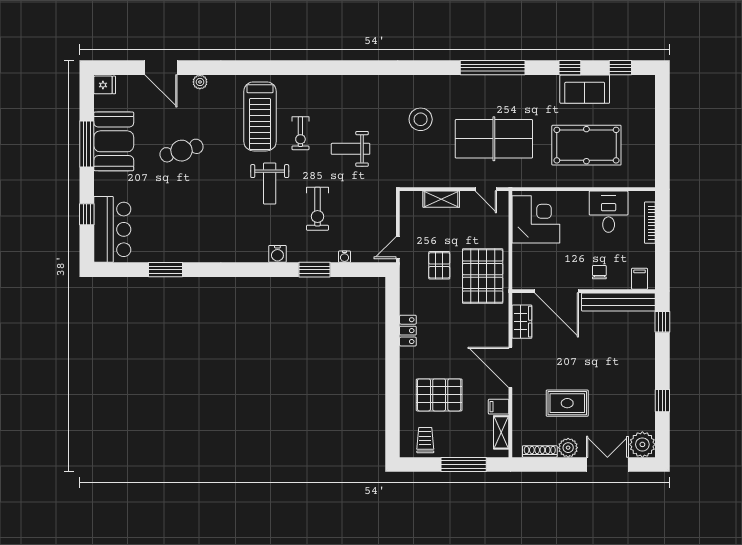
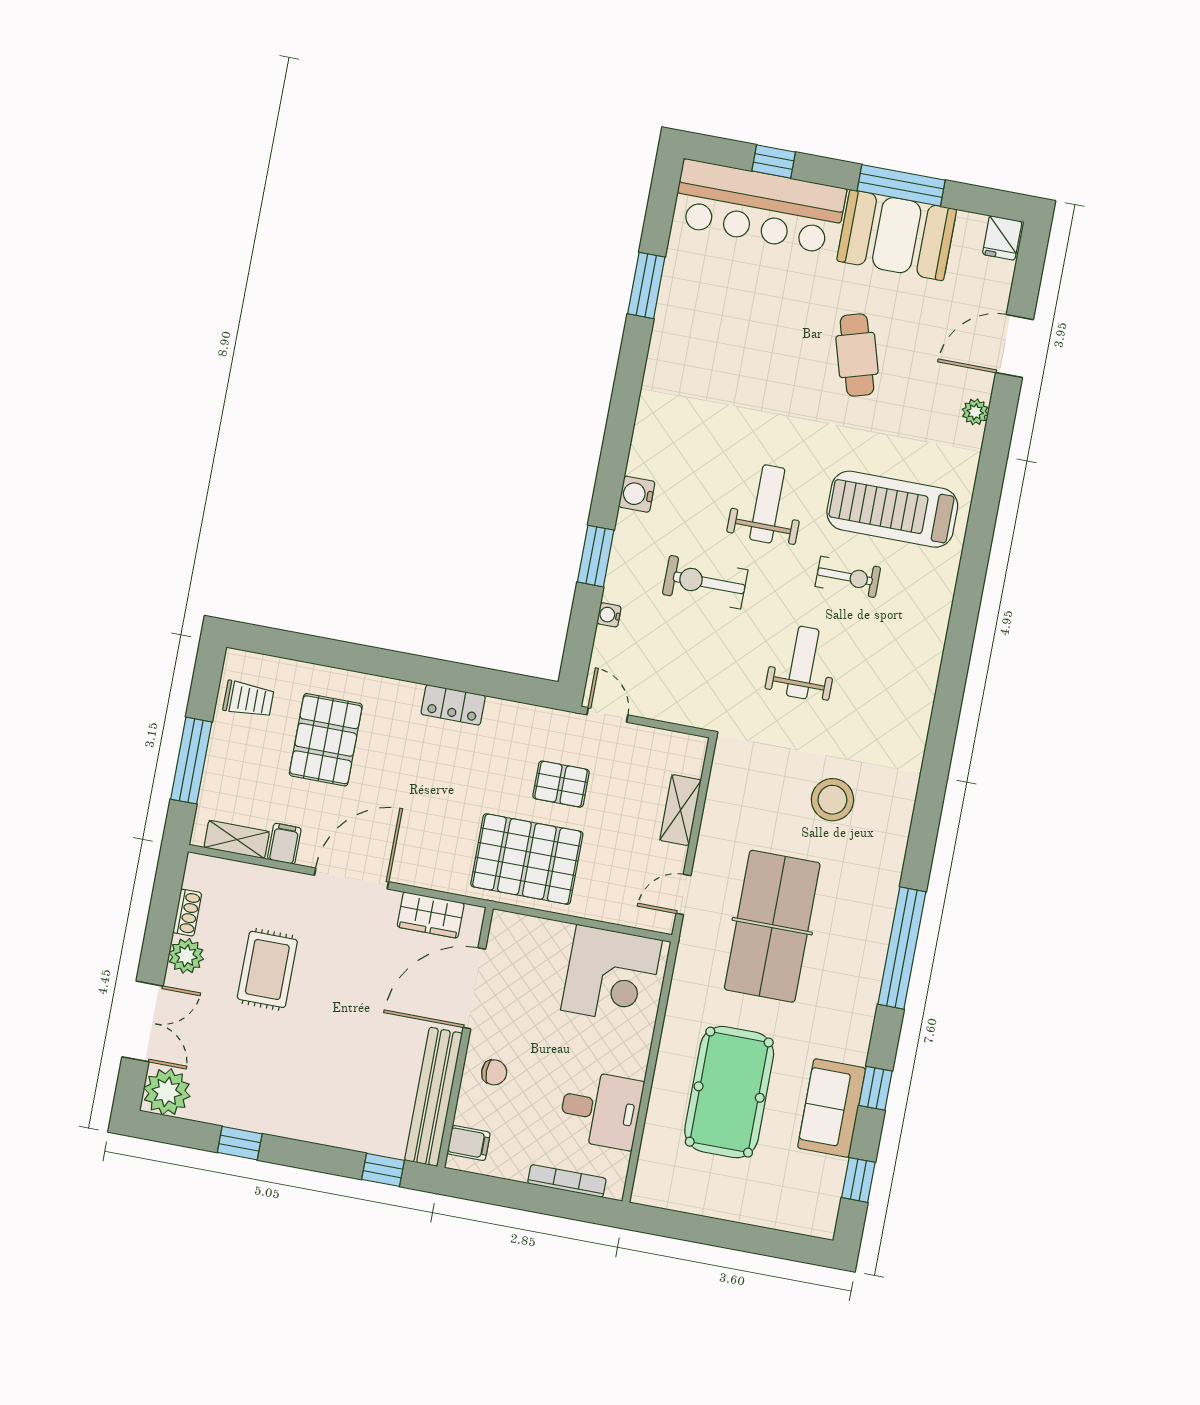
exercise bike: (300, 133) -> (848, 577), turned 180
weight bench: (270, 183) -> (767, 504), turned 90
bar counter: (112, 229) -> (759, 207), width x1.36
shoe rack: (540, 451) -> (187, 913), width x0.70

